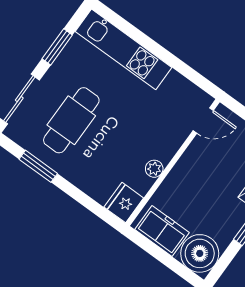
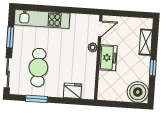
plant: (154, 169) -> (93, 47), moved
fridge: (124, 203) -> (72, 91), moved, turned 90
freezer: (162, 231) -> (108, 58), moved, turned 90

